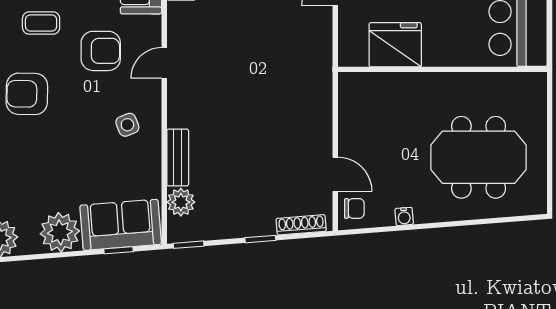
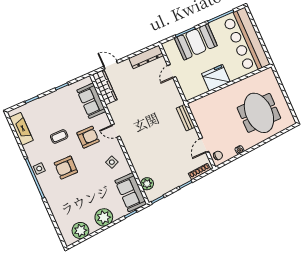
fridge: (395, 45) -> (216, 78), moved
door: (164, 63) -> (116, 131), hinge flipped
meeting table: (479, 157) -> (259, 113), turned 90
bench: (178, 158) -> (186, 118), moved
door: (335, 174) -> (204, 145), swing flipped
sofa: (121, 225) -> (131, 192), moved, turned -85

